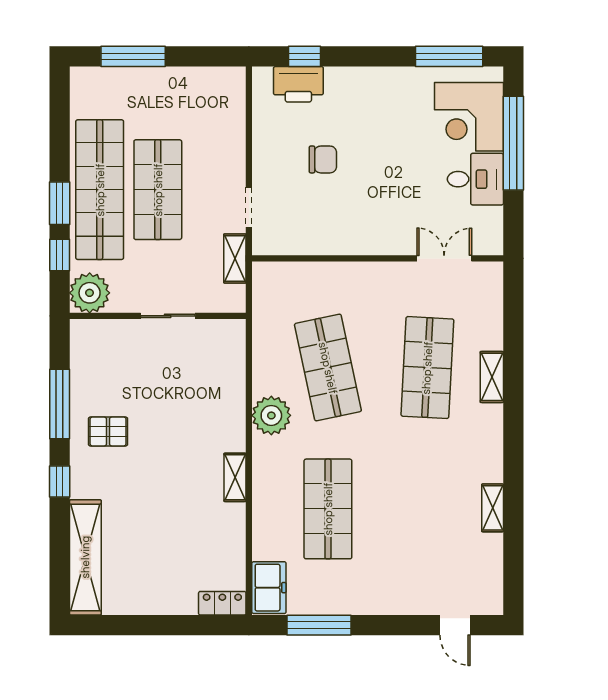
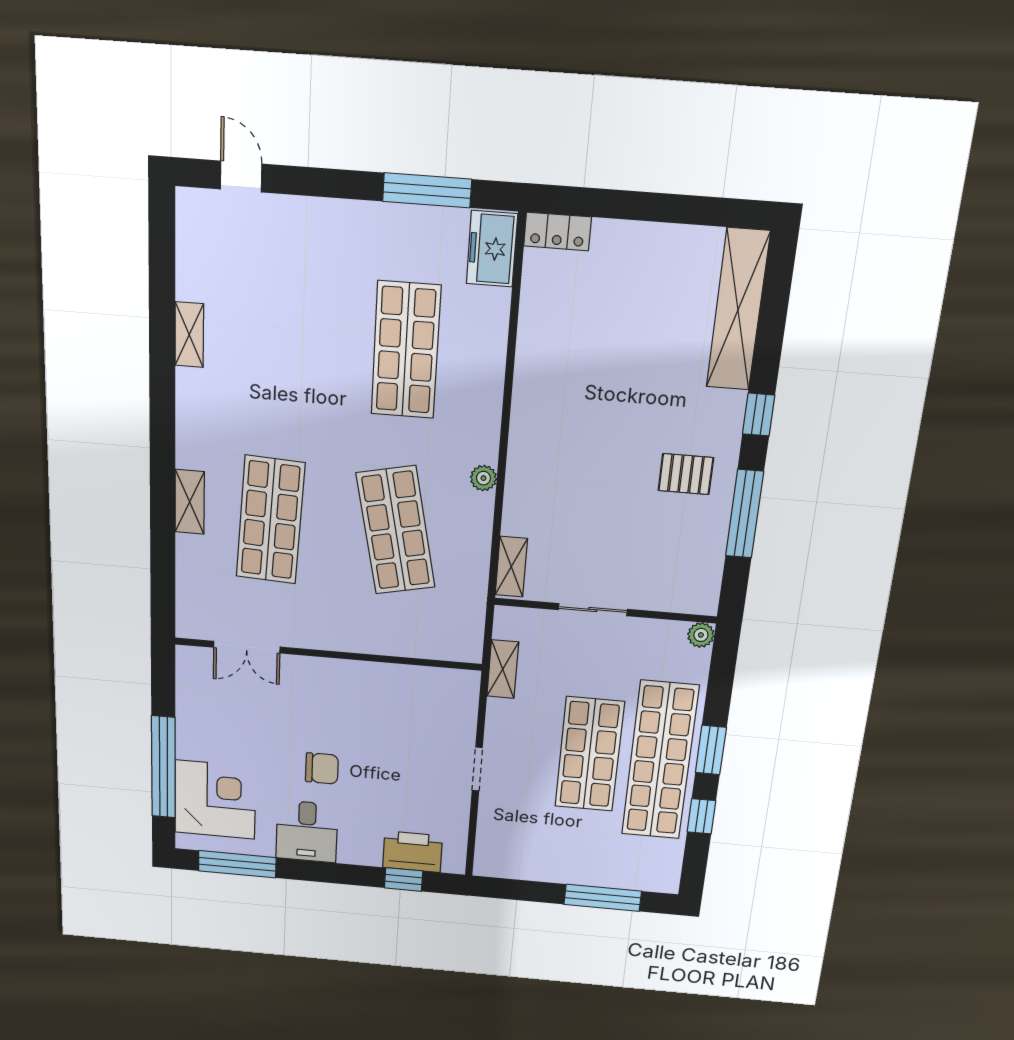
chair: (323, 159) -> (322, 768), moved, turned 180
desk: (475, 179) -> (307, 831), moved, turned -90
doorway: (249, 207) -> (477, 769), moved
window: (60, 255) -> (701, 816), moved
plant: (90, 293) -> (701, 635), width x0.53, depth x0.53
plant: (271, 415) -> (483, 478), width x0.53, depth x0.53
shelving: (235, 477) -> (511, 567), moved

